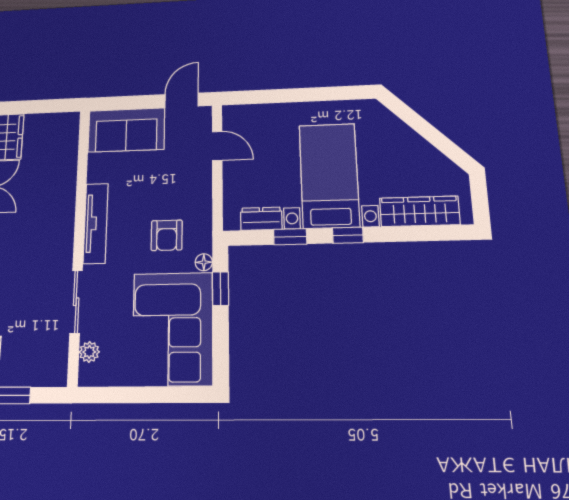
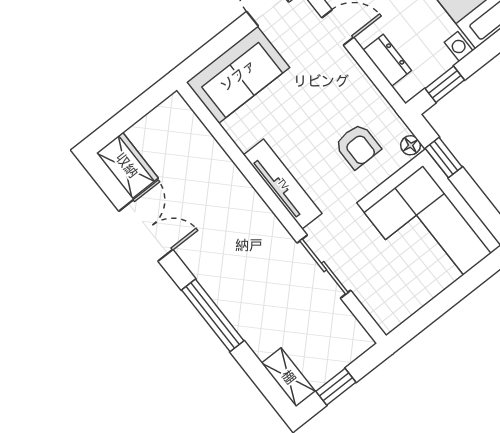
dresser: (261, 219) -> (387, 60), moved, turned 90
window: (290, 237) -> (445, 84), moved
plant: (89, 352) -> (372, 300), removed

